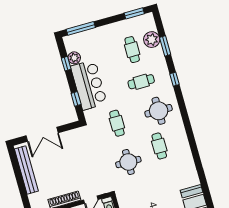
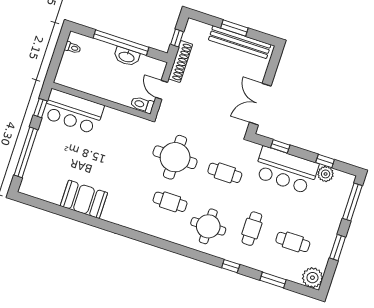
window: (134, 13) -> (338, 248), moved
plant: (152, 40) -> (312, 278), moved
double door: (42, 134) -> (260, 104), moved
round table: (128, 162) -> (175, 157), width x1.36, depth x1.36
window: (20, 179) -> (234, 28), added

